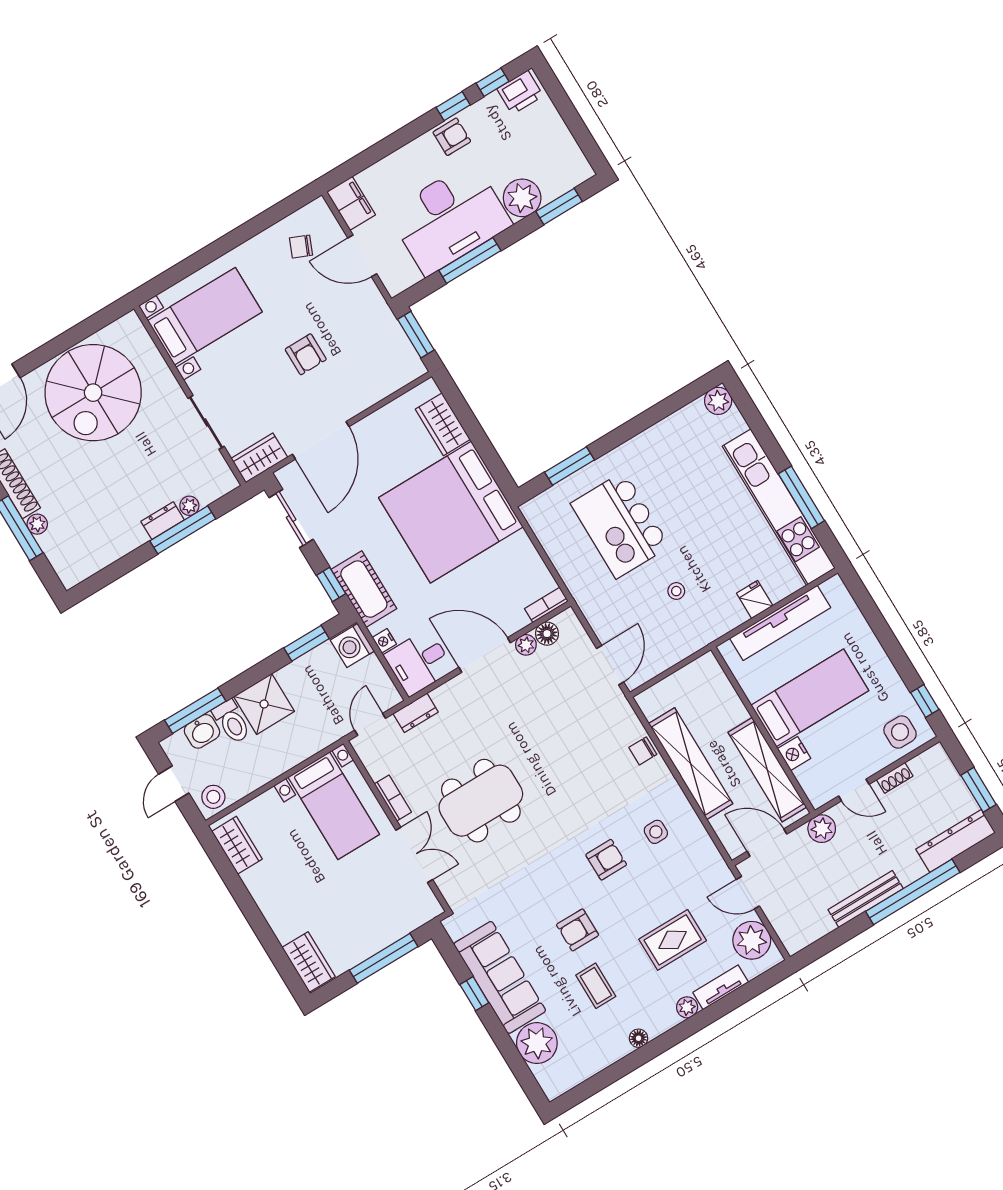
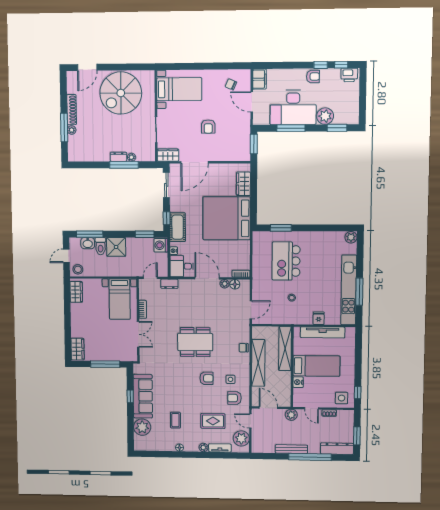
shelving: (767, 770) -> (285, 349), moved
dining table: (481, 801) -> (195, 342), moved
armchair: (577, 930) -> (234, 398), moved

